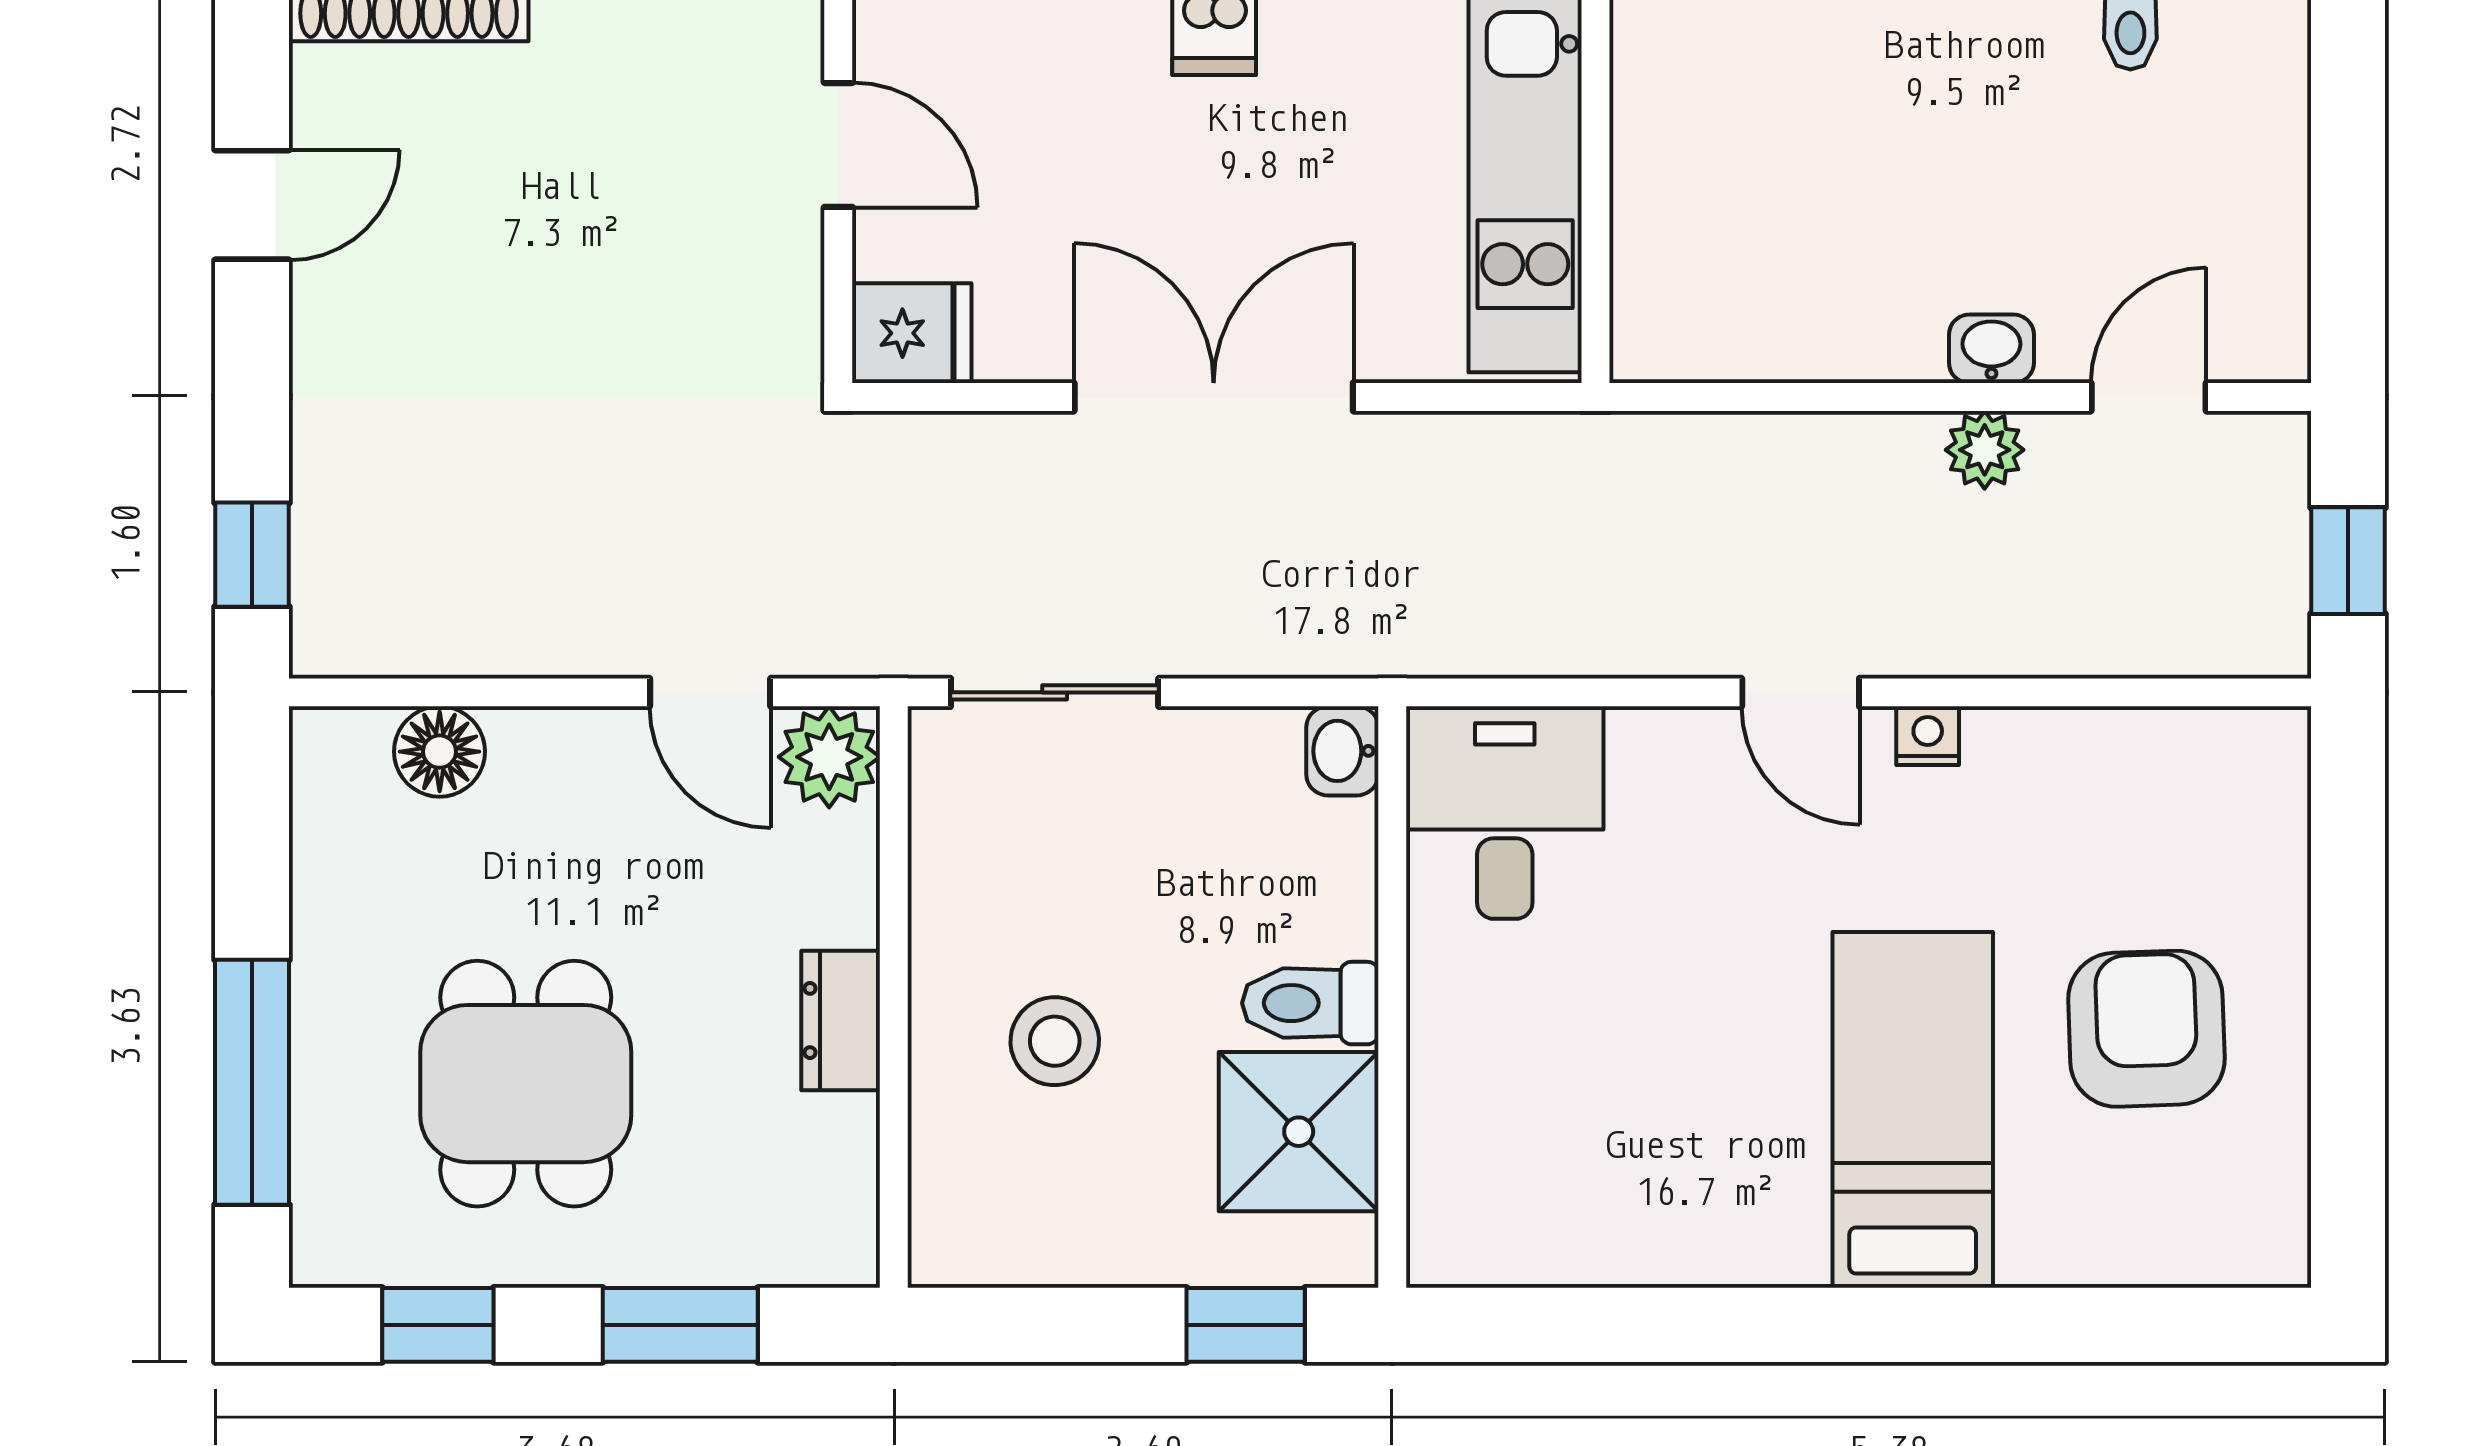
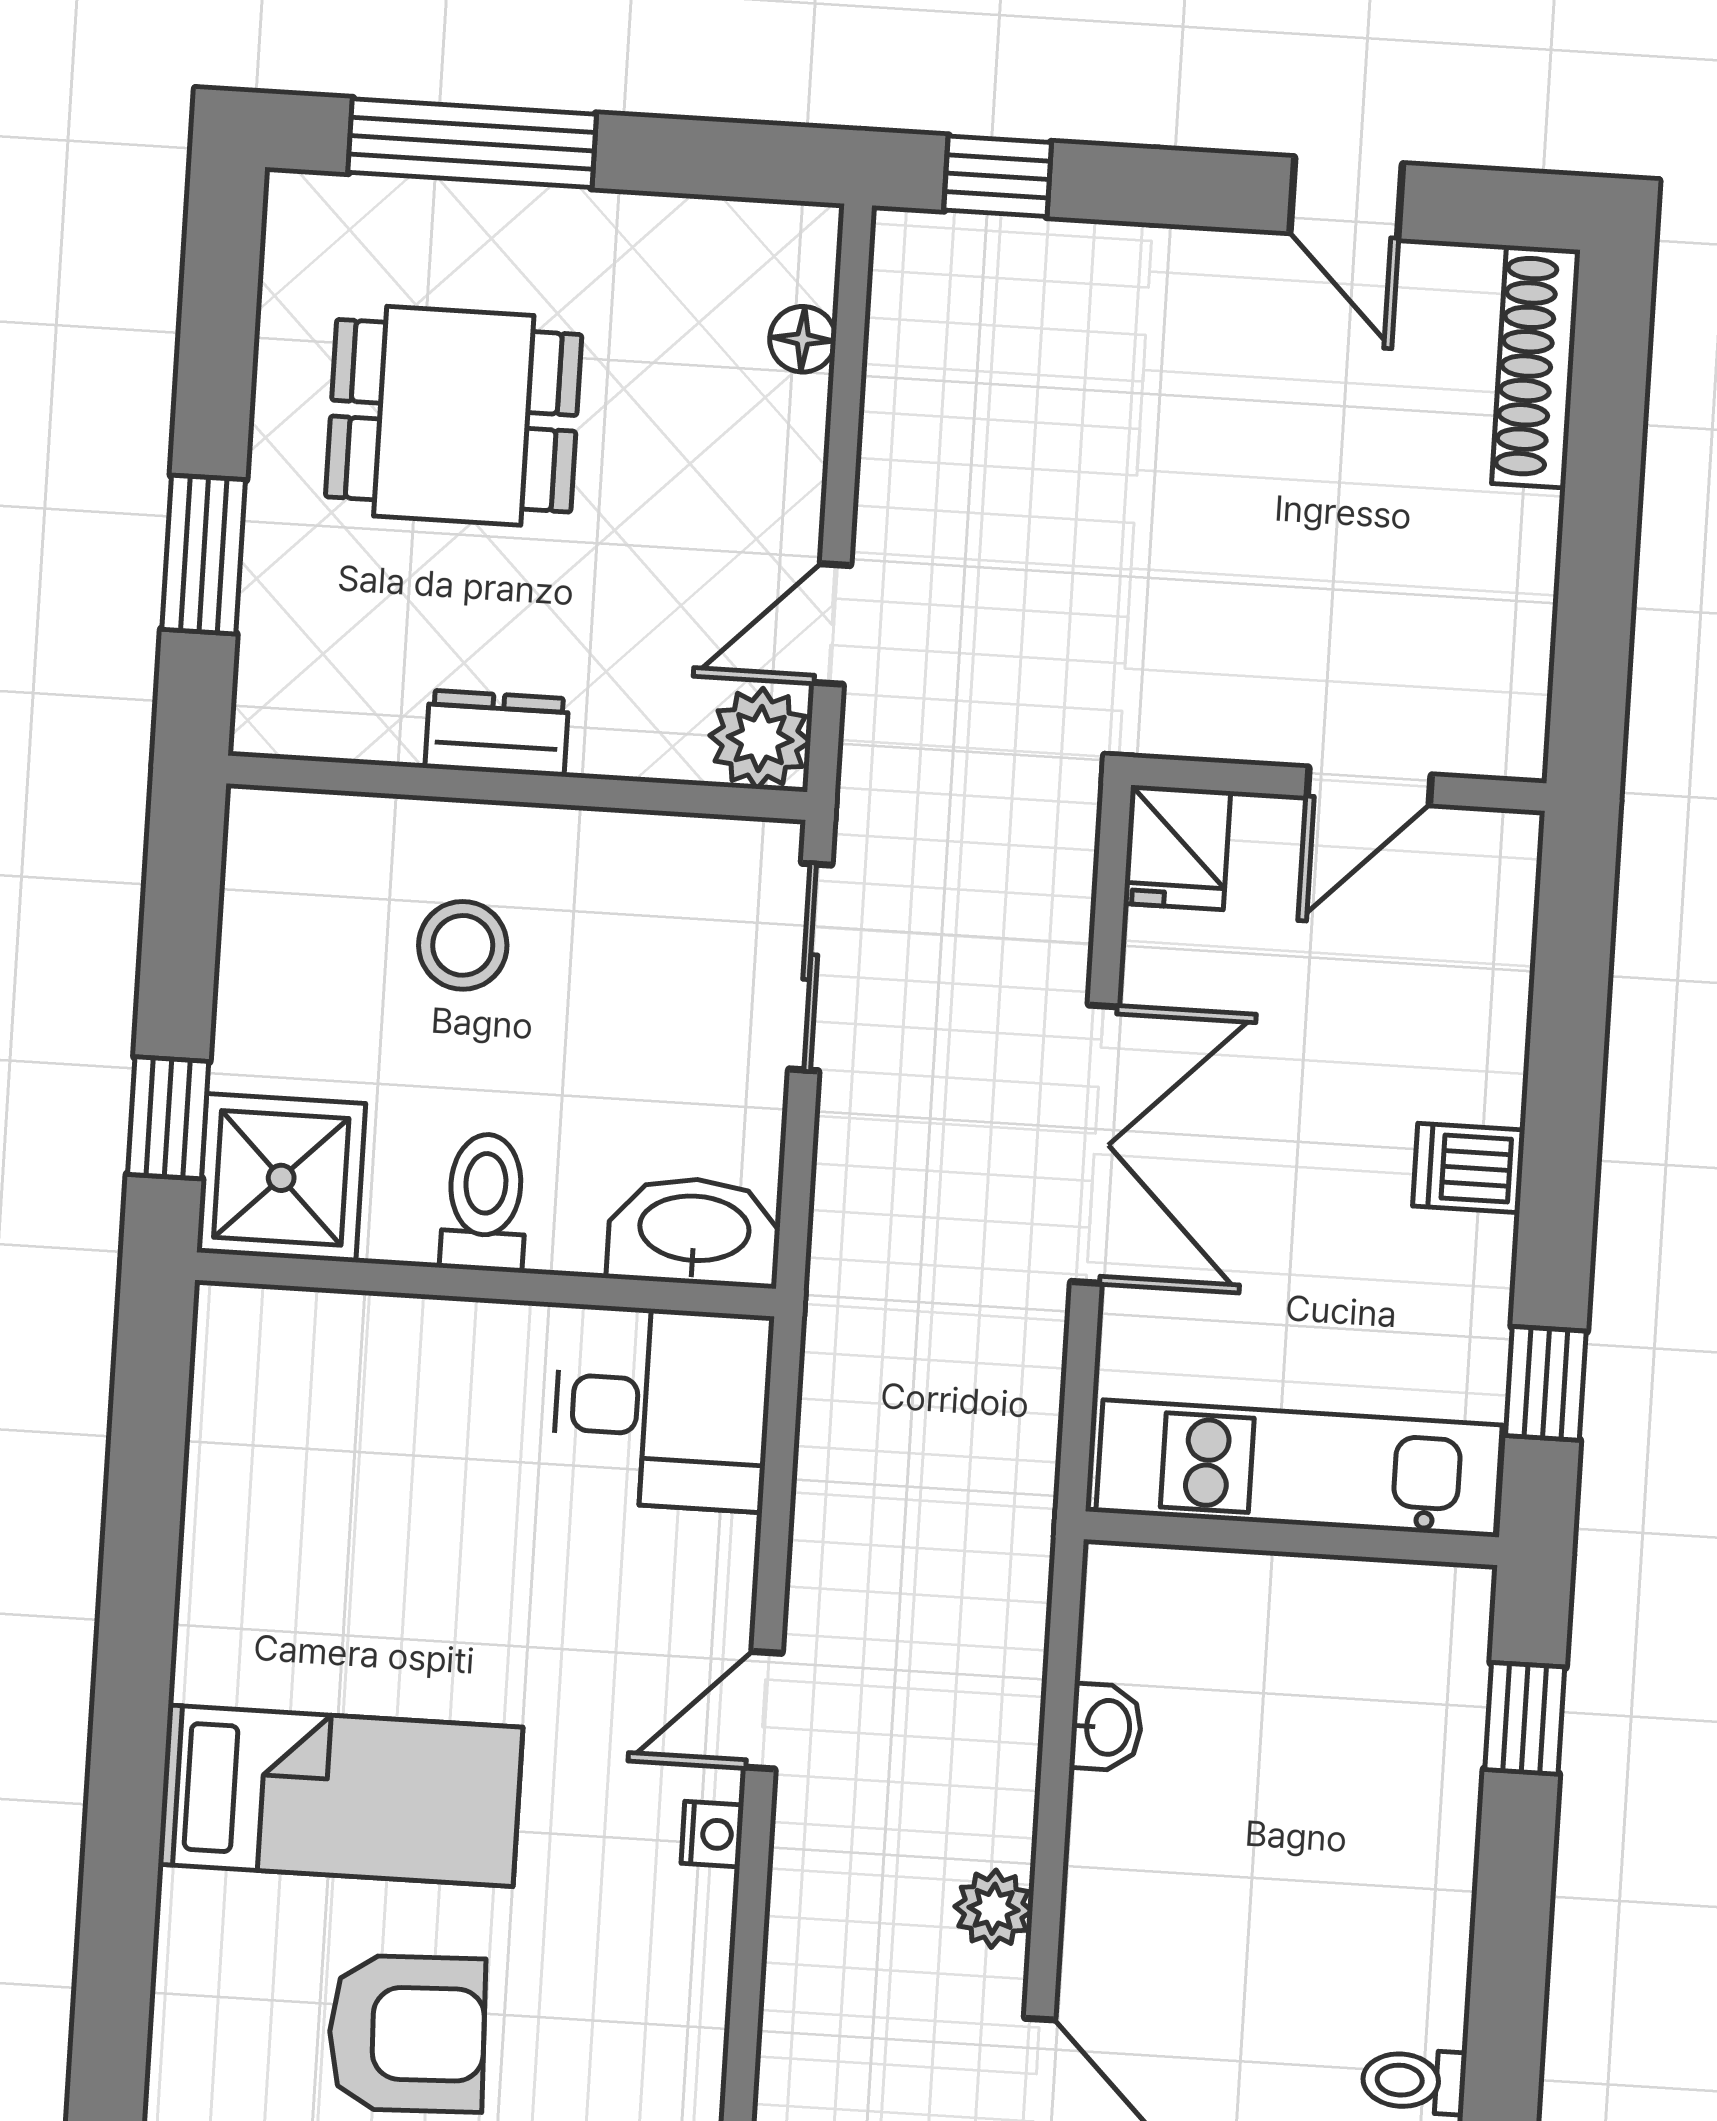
washbasin: (1991, 349) -> (1106, 1727), moved
washbasin: (1342, 751) -> (694, 1231), width x1.91, depth x1.45
floor lamp: (440, 752) -> (803, 339), width x0.73, depth x0.73
shower: (1299, 1132) -> (281, 1178), moved
window: (438, 1325) -> (219, 313), removed

